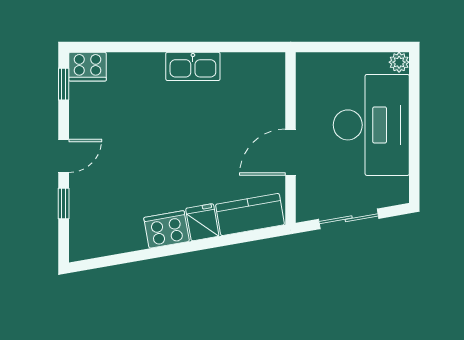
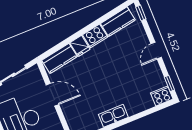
door: (291, 152) -> (53, 95), hinge flipped
window: (64, 204) -> (141, 13), moved
kitchen counter: (113, 239) -> (118, 22), added

